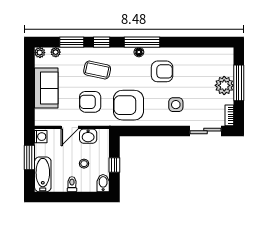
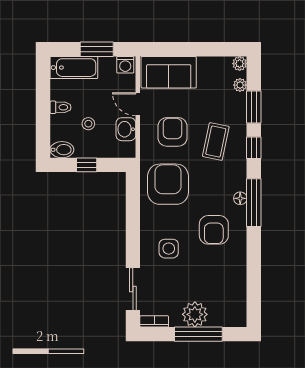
sofa: (46, 88) -> (169, 72), moved

